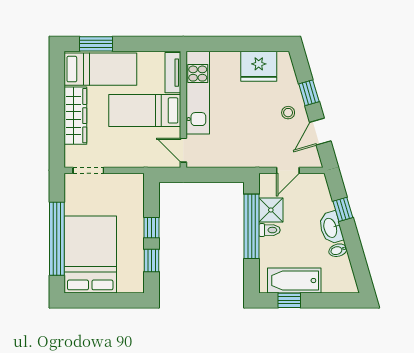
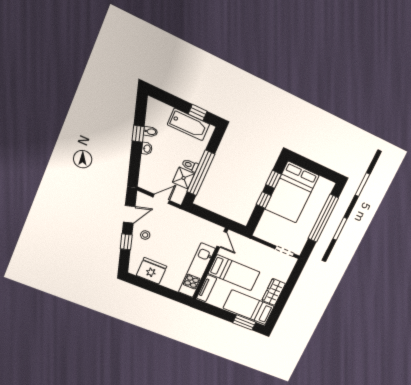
wardrobe: (75, 116) -> (274, 292), width x0.67
window: (343, 209) -> (138, 134), moved
washbasin: (331, 228) -> (147, 149), width x0.52, depth x0.69
bed: (90, 254) -> (292, 192), moved

